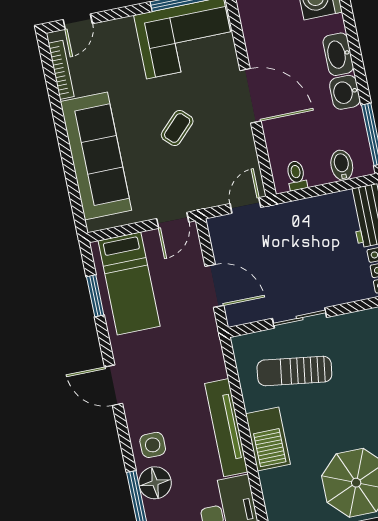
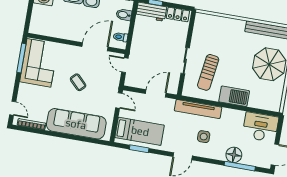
door: (250, 96) -> (95, 47), moved
tv unit: (226, 428) -> (198, 109), moved
side table: (153, 445) -> (204, 137), moved

